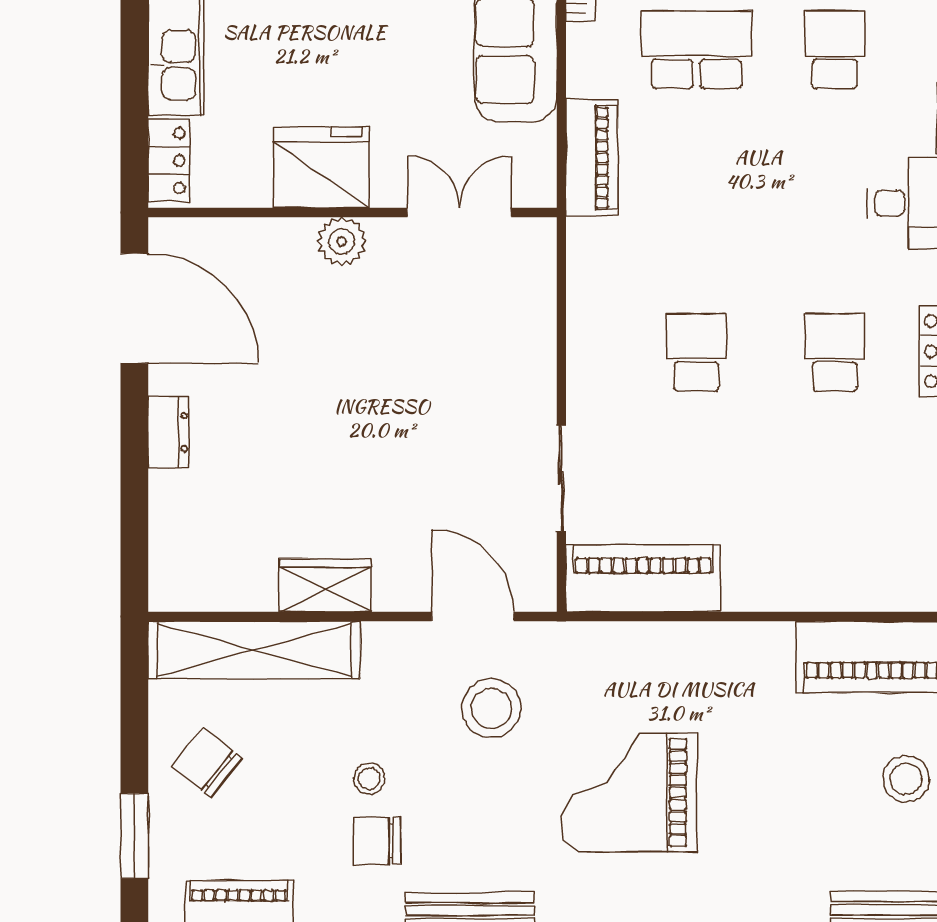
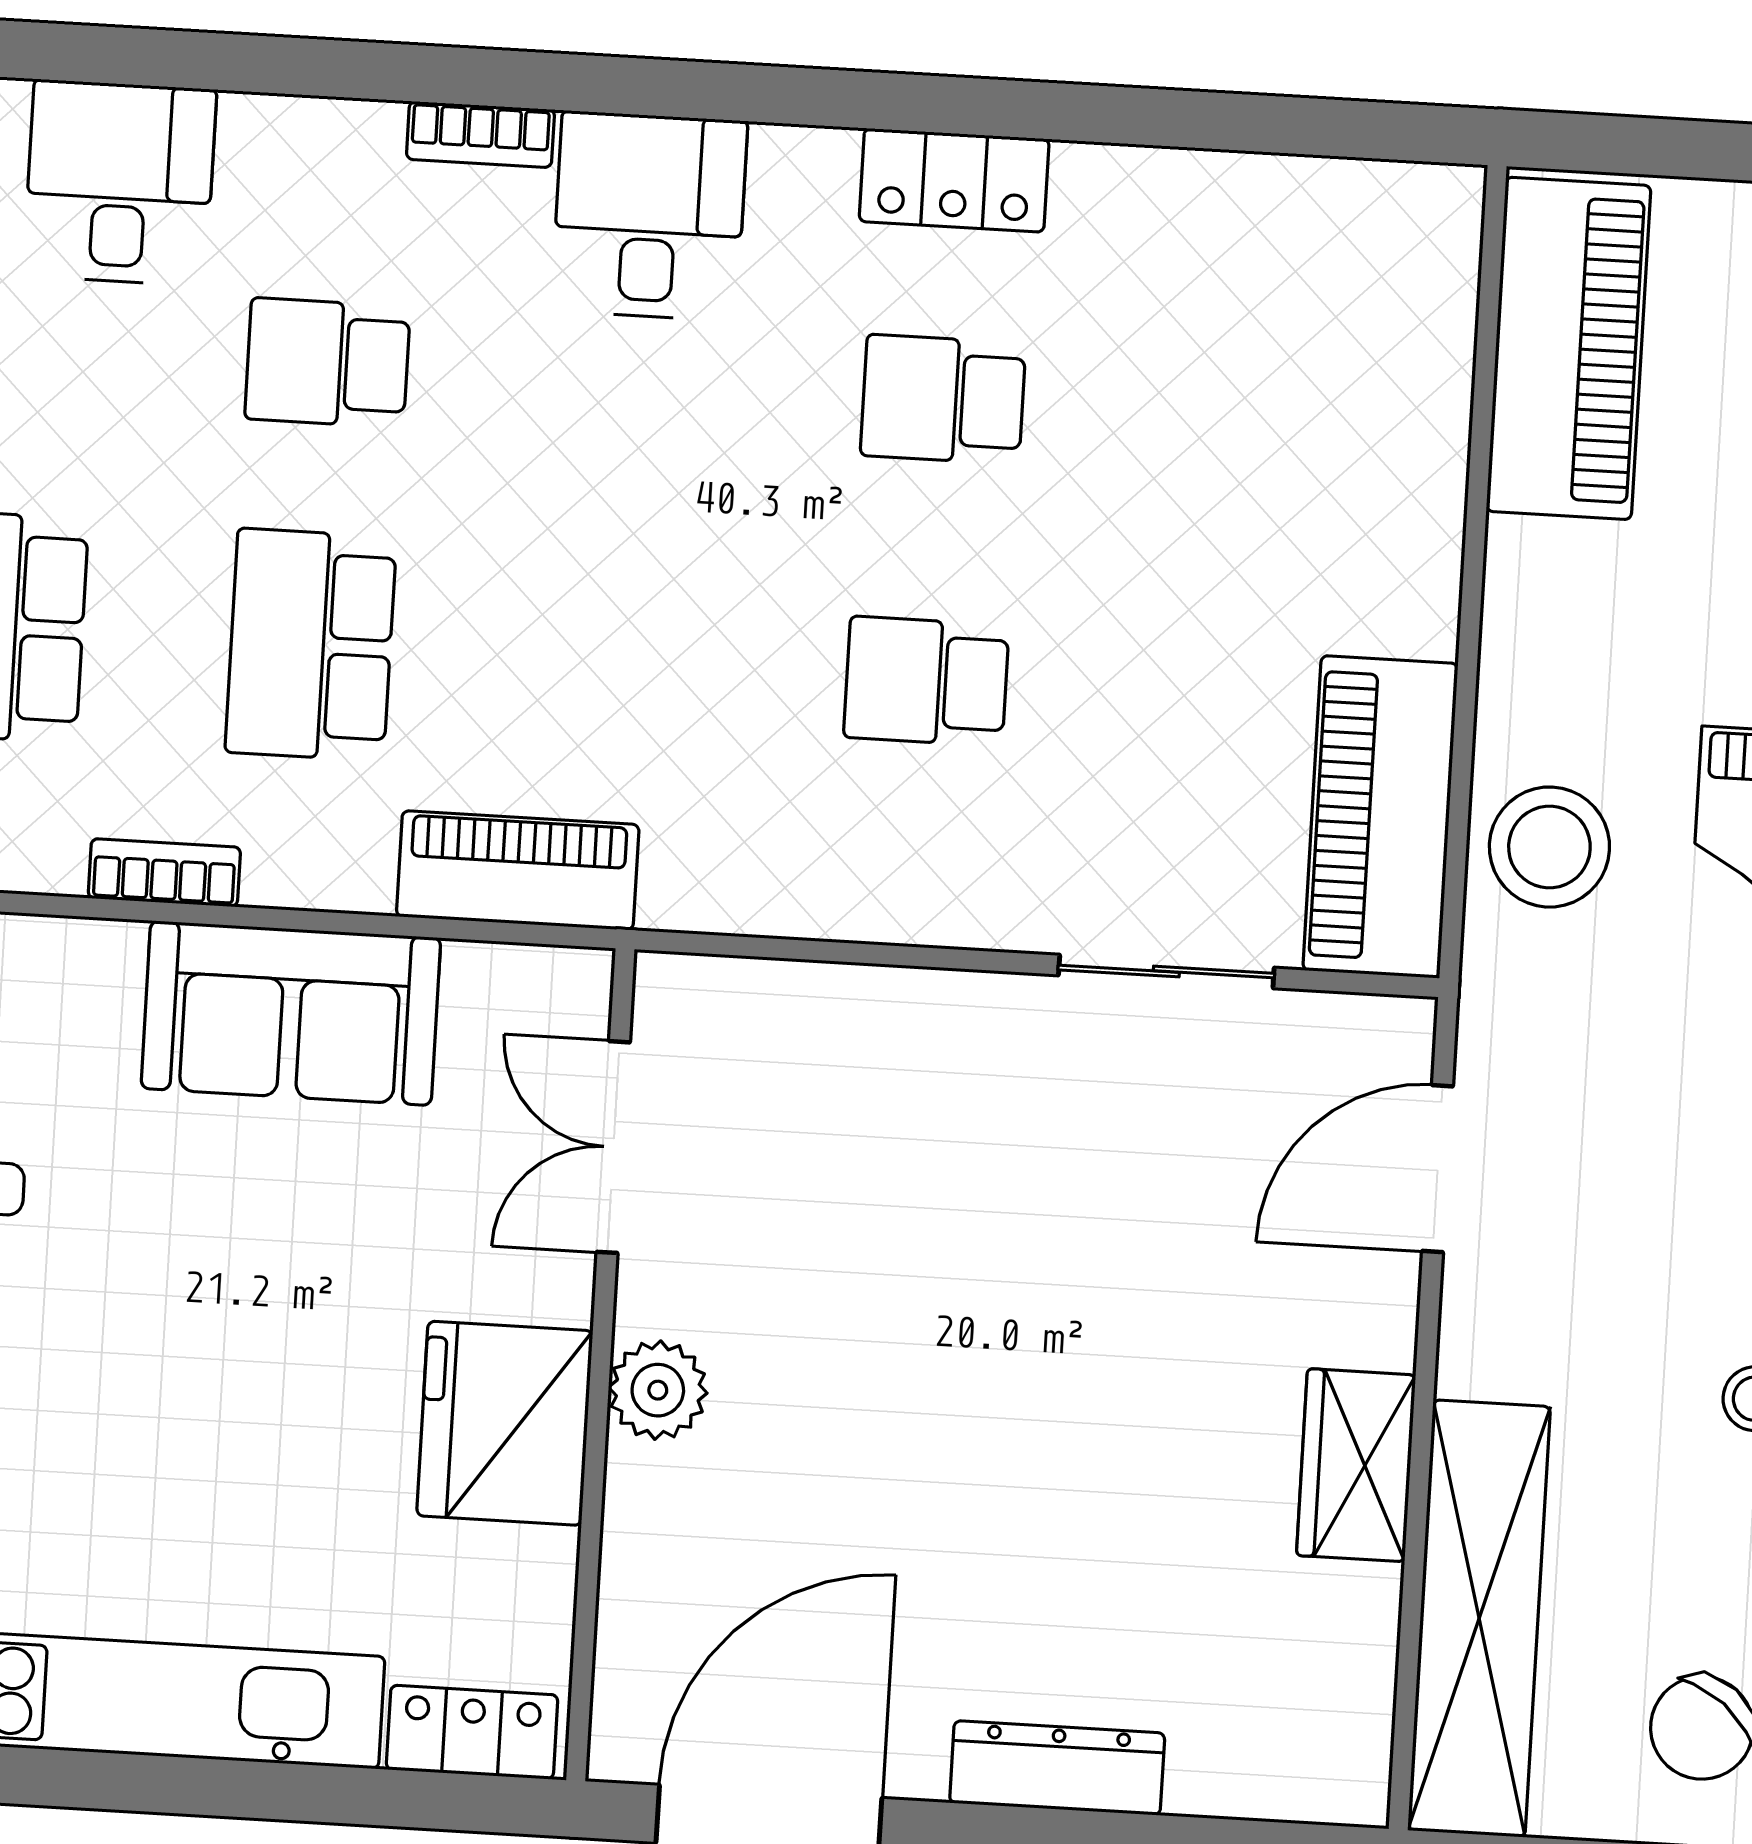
dresser: (168, 432) -> (1057, 1768), width x1.44
stool: (491, 708) -> (1549, 847), moved

